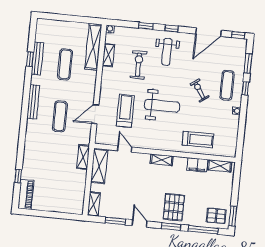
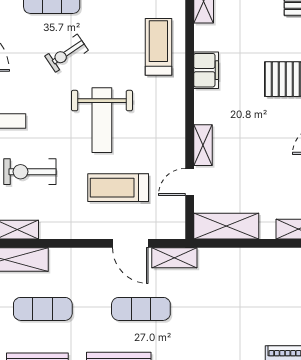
weight bench: (162, 106) -> (102, 120), turned 180
shelving: (83, 157) -> (174, 258), moved
shelving: (162, 160) -> (203, 145), moved
filing cabinet: (197, 165) -> (206, 70), moved

